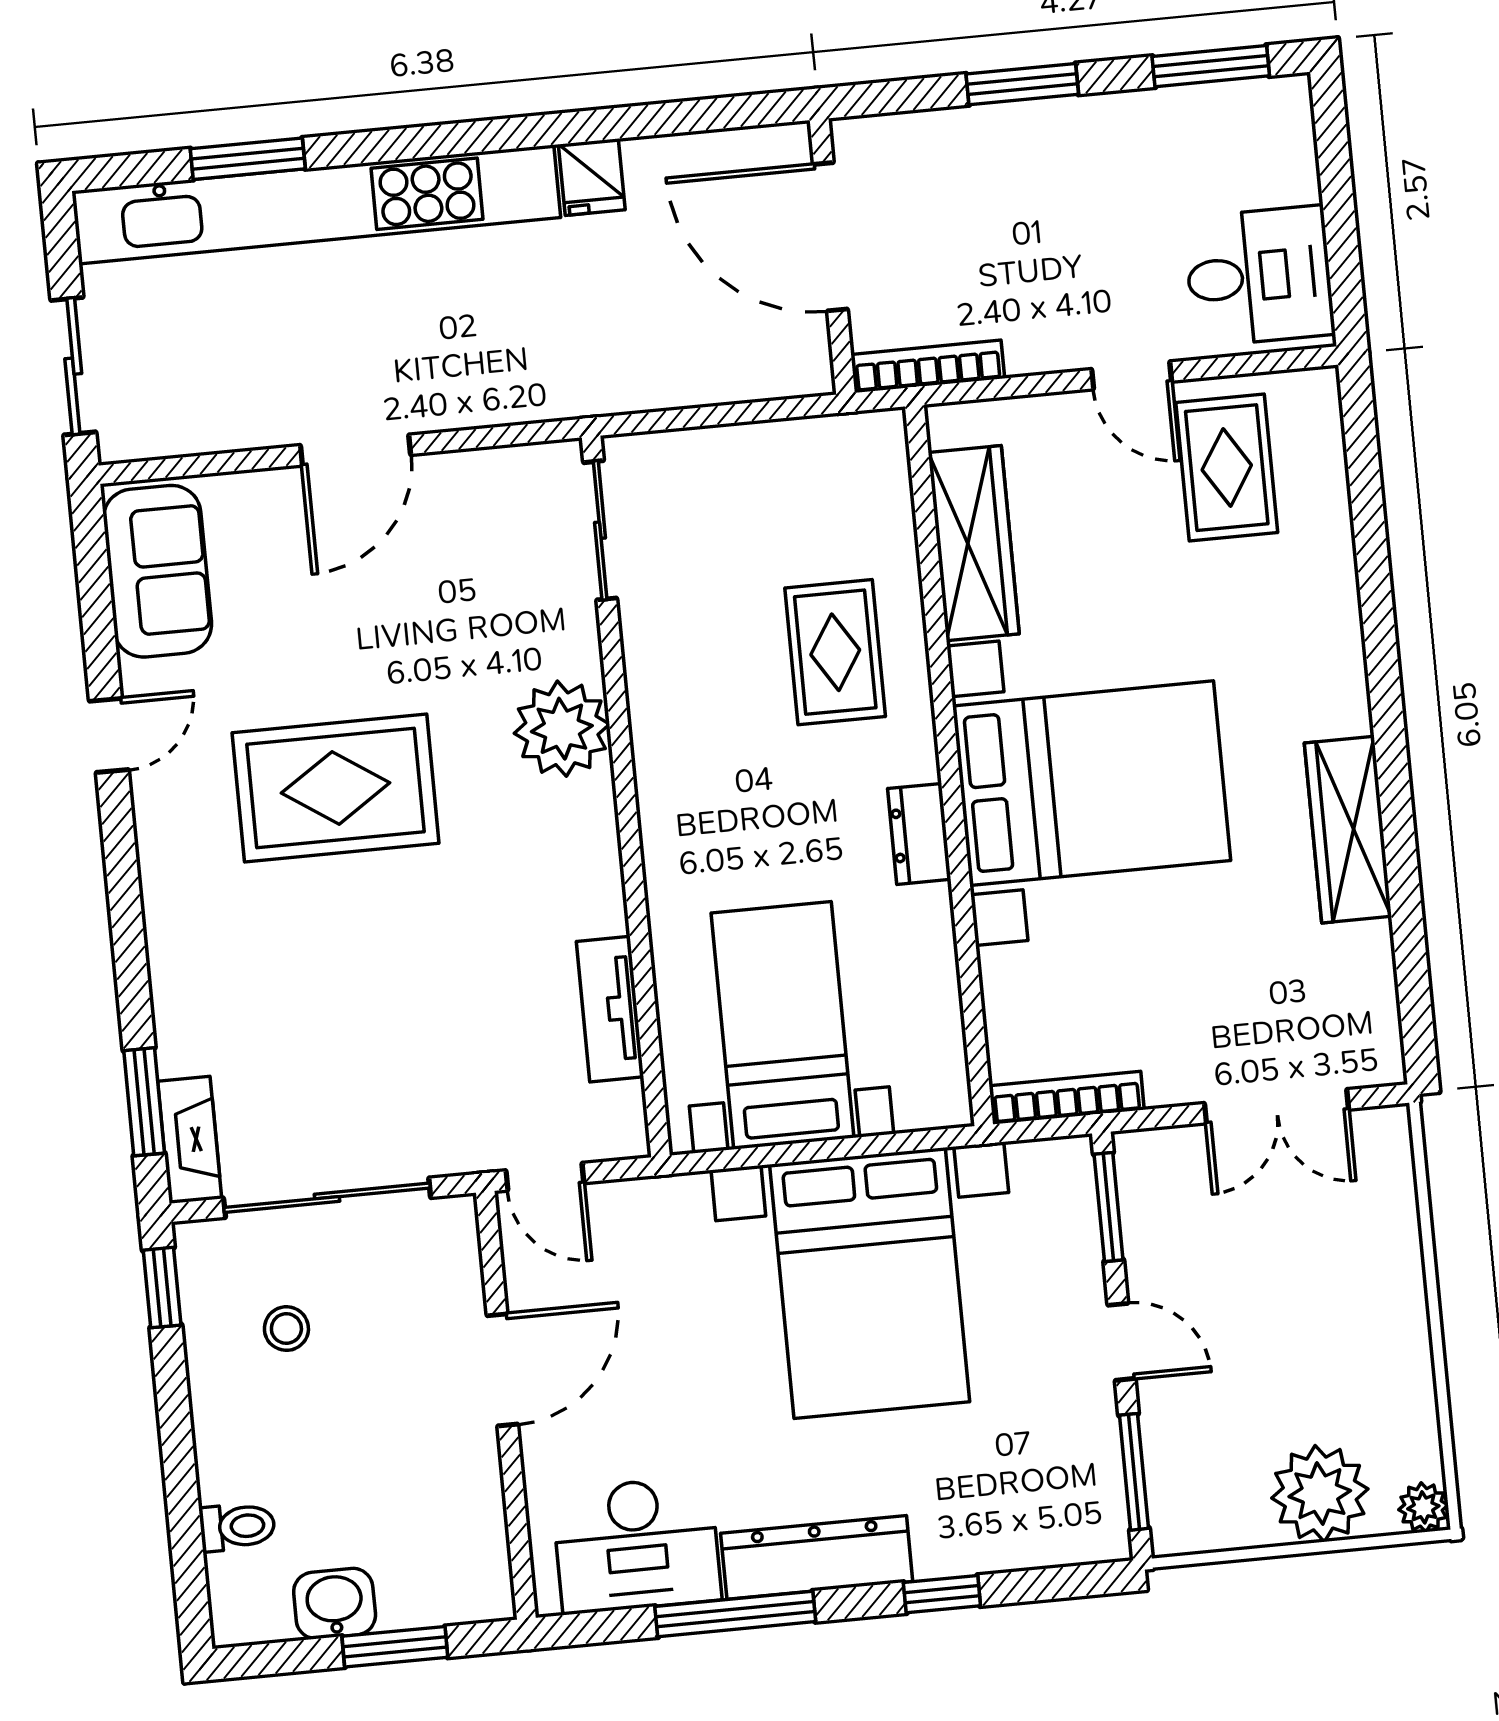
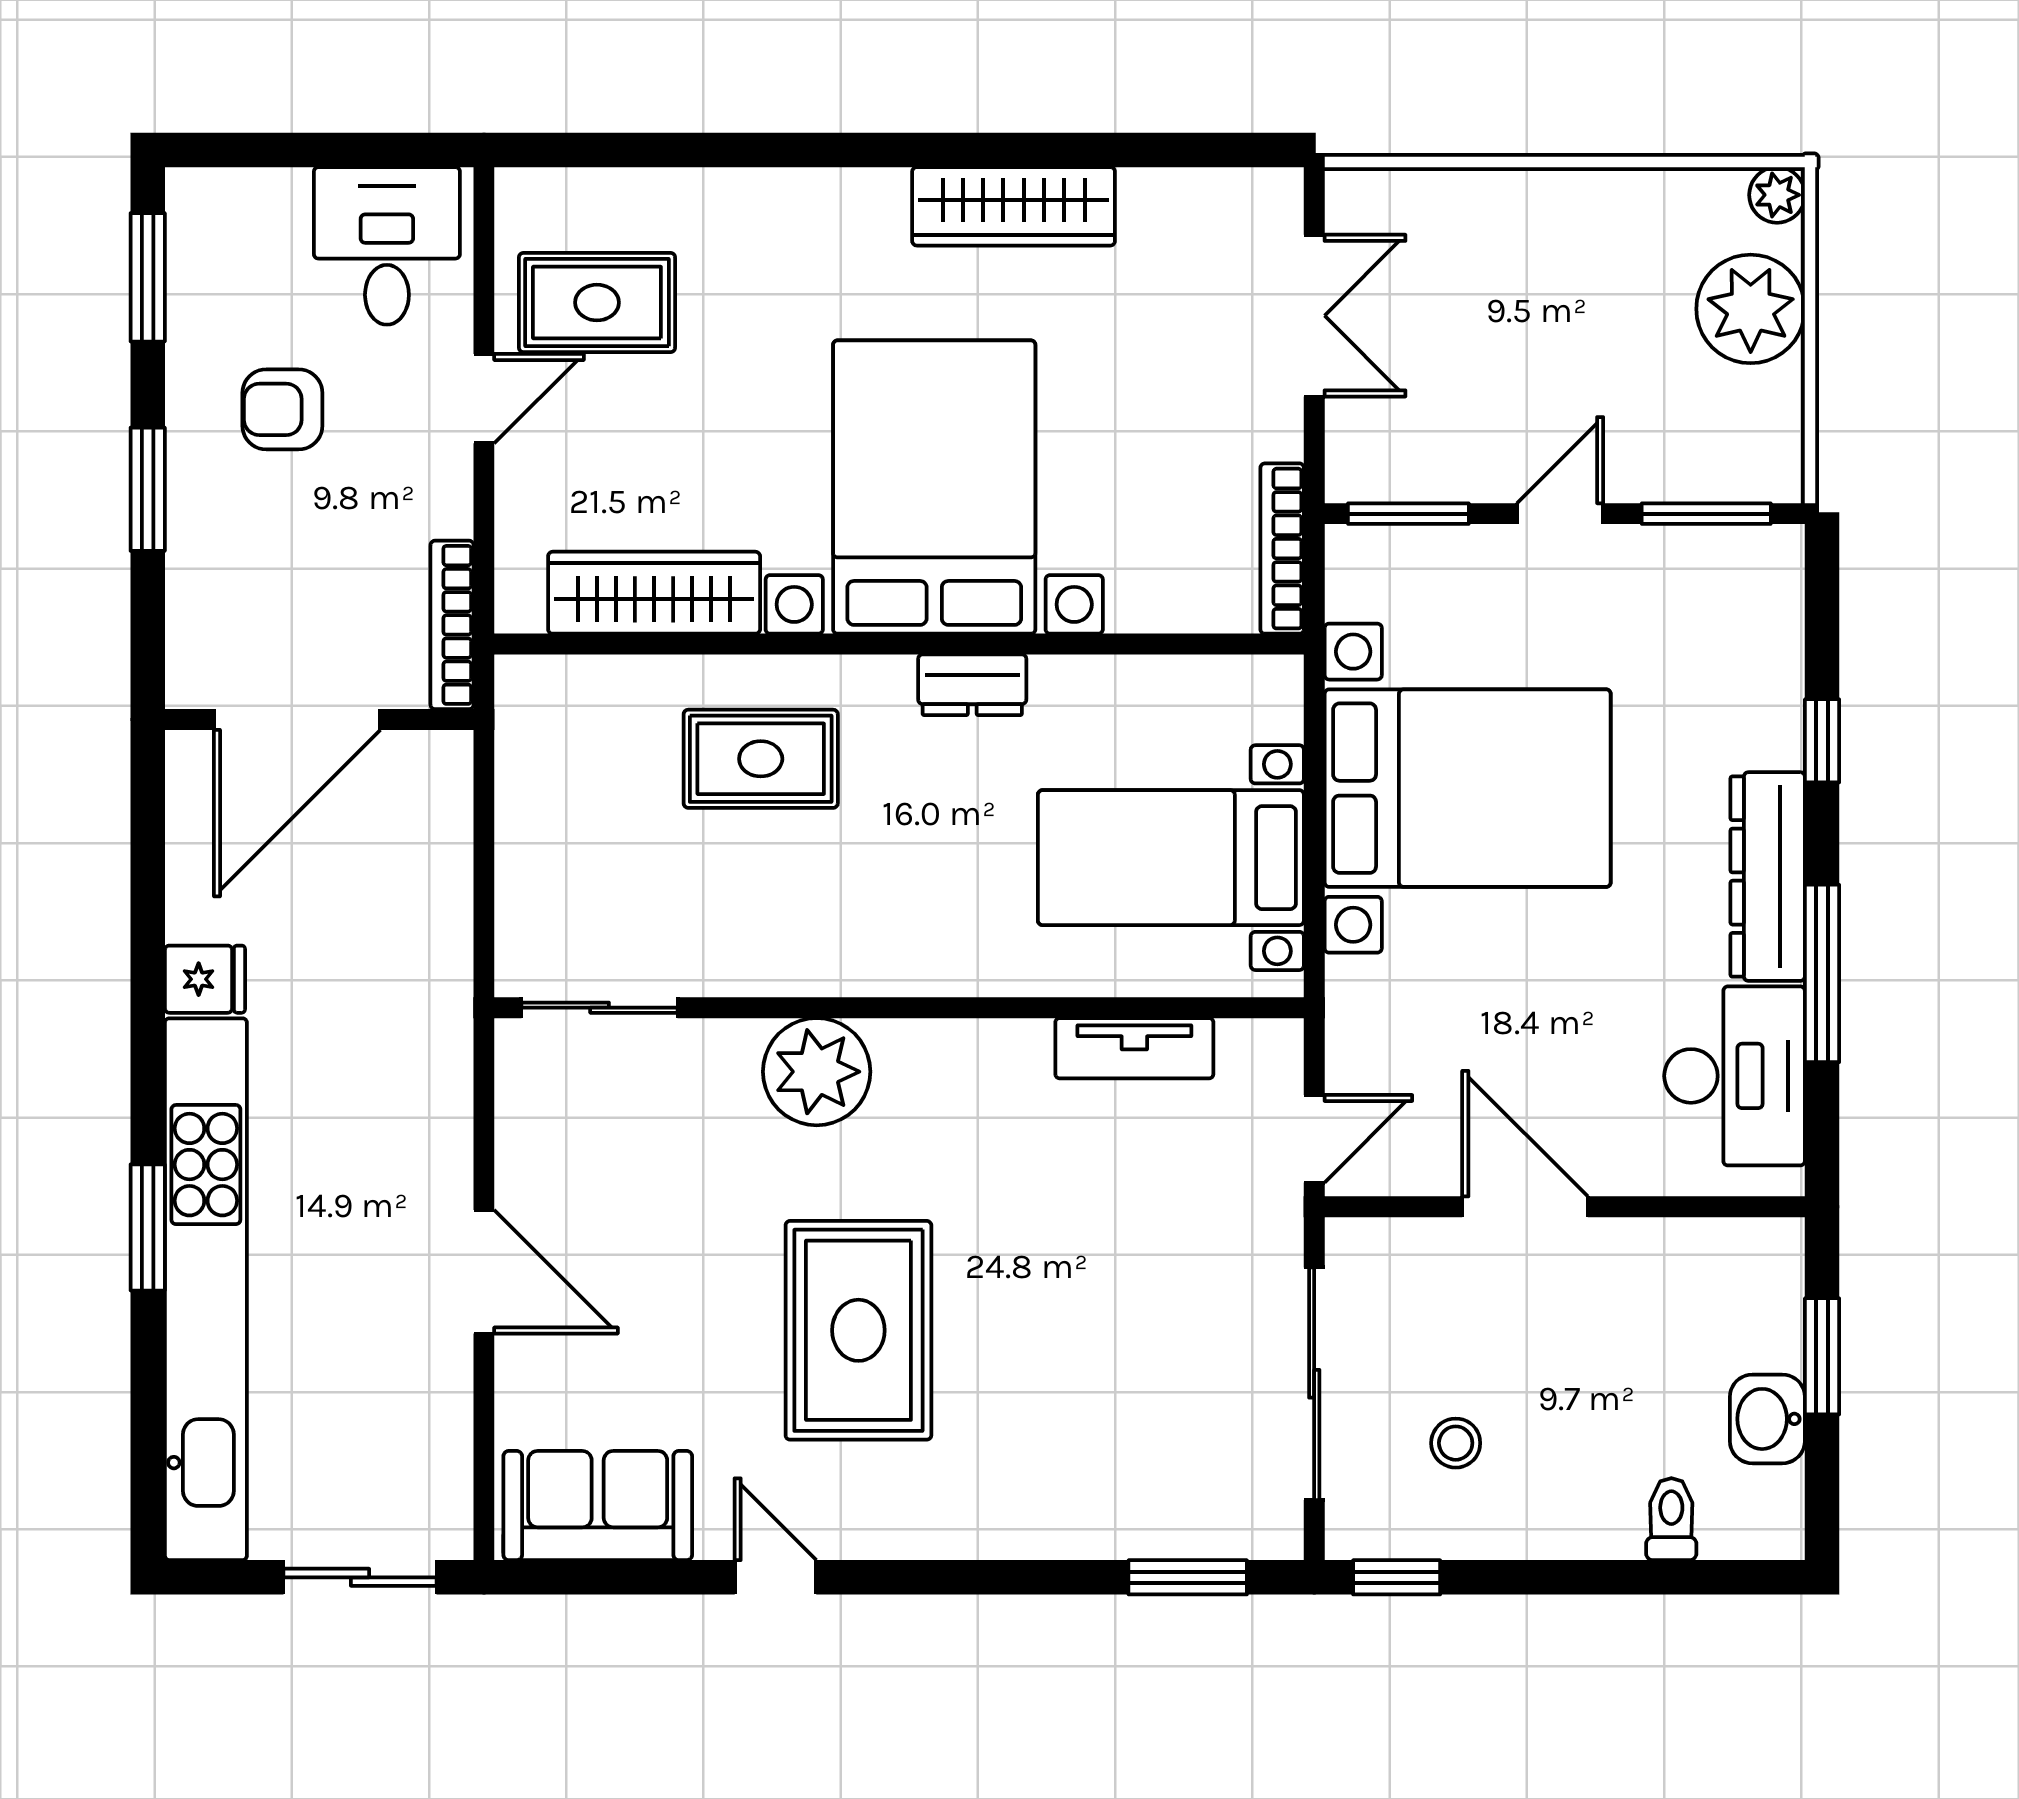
window: (248, 159) -> (148, 1227), moved
armchair: (1105, 197) -> (282, 409), added
fireplace: (190, 1140) -> (1235, 1531), removed

